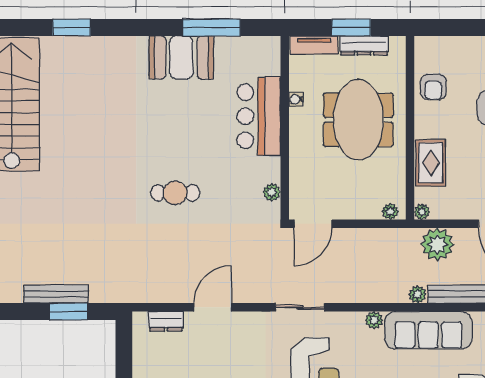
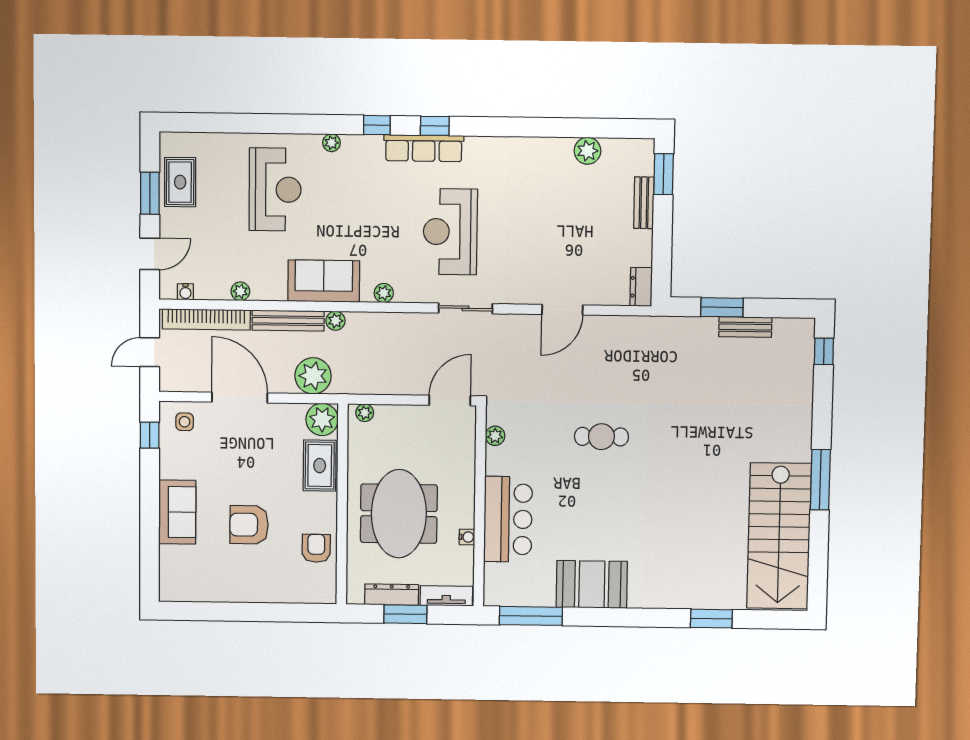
window: (211, 27) -> (531, 616), moved
plant: (422, 212) -> (322, 419), width x1.87, depth x1.87
bench: (56, 294) -> (745, 327), width x0.73
dresser: (166, 321) -> (641, 287), moved, turned -90
sofa: (428, 330) -> (324, 281), width x0.73

